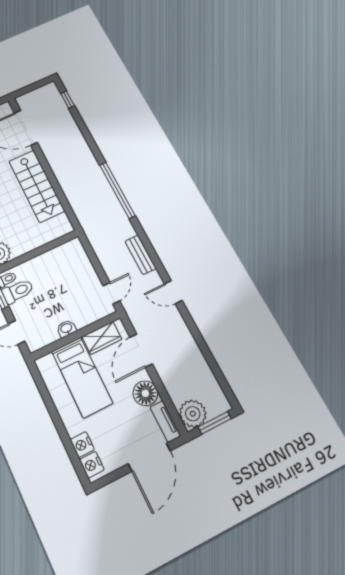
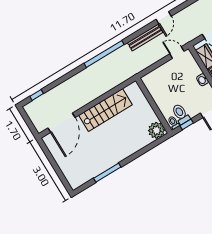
bench: (141, 255) -> (145, 38), width x1.36
door: (173, 292) -> (164, 18), moved

